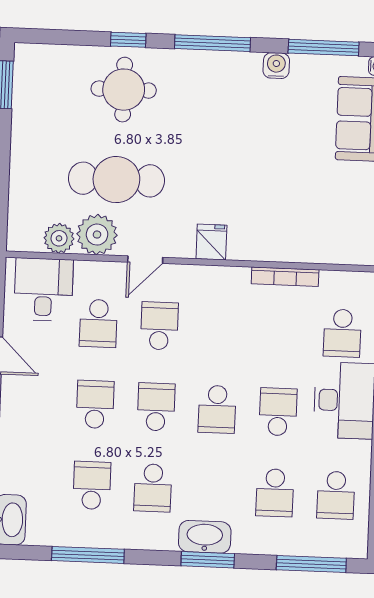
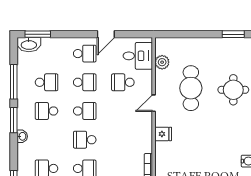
plant: (97, 235) -> (165, 80), removed
door: (145, 260) -> (154, 103), hinge flipped
school desk: (159, 326) -> (85, 54), moved
washbasin: (205, 537) -> (22, 136), width x0.52, depth x0.69
window: (208, 560) -> (14, 120), moved

